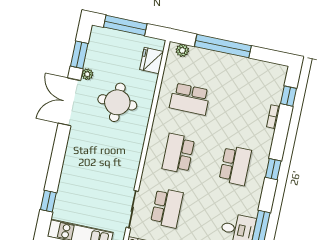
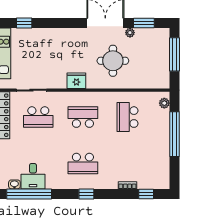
fridge: (152, 61) -> (76, 81), moved

